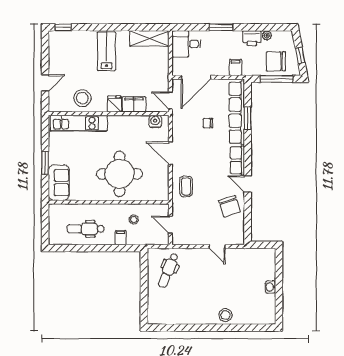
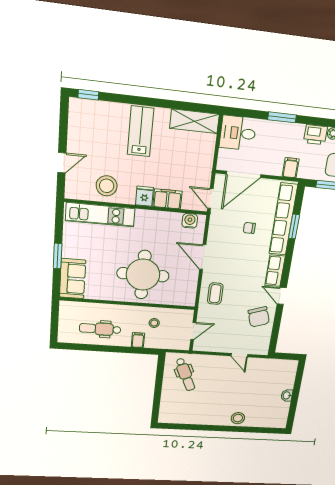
door: (170, 225) -> (193, 331), swing flipped
dental chair: (168, 270) -> (185, 375), turned -48

